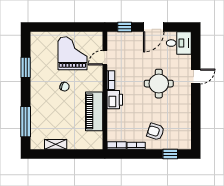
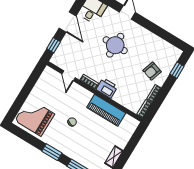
grand piano: (72, 53) -> (35, 117), moved
window: (26, 67) -> (52, 152), moved

